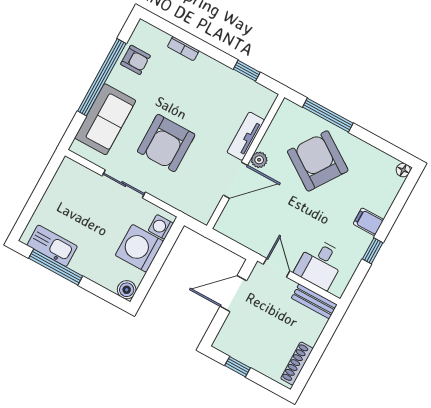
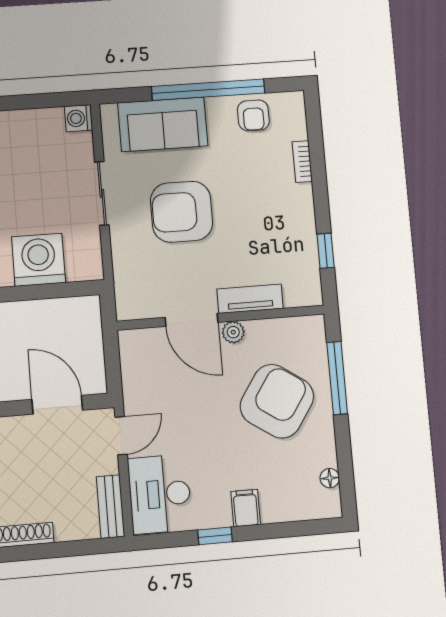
floor lamp: (403, 170) -> (330, 478), moved
washing machine: (161, 227) -> (79, 118), moved, turned -90
desk: (320, 264) -> (160, 494), width x1.37

